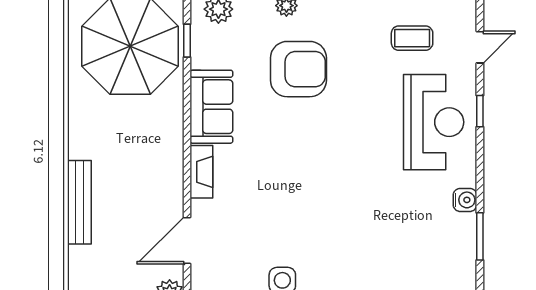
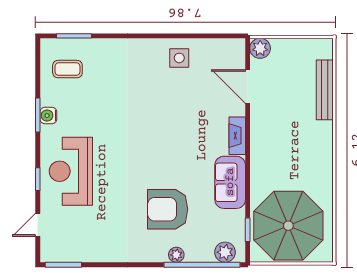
coffee table: (412, 38) -> (67, 69), moved
bench: (79, 202) -> (325, 90), moved
window: (480, 236) -> (38, 115), moved
door: (187, 240) -> (248, 86), swing flipped

